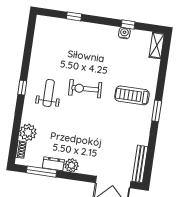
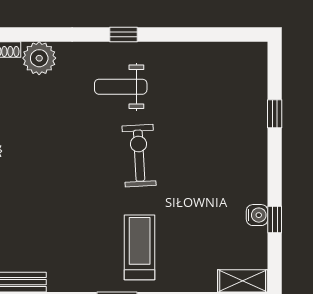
weight bench: (49, 93) -> (121, 87), turned 180

